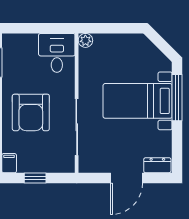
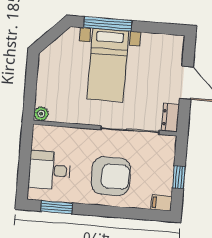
desk: (57, 53) -> (50, 170), moved
dresser: (157, 165) -> (170, 118), moved

